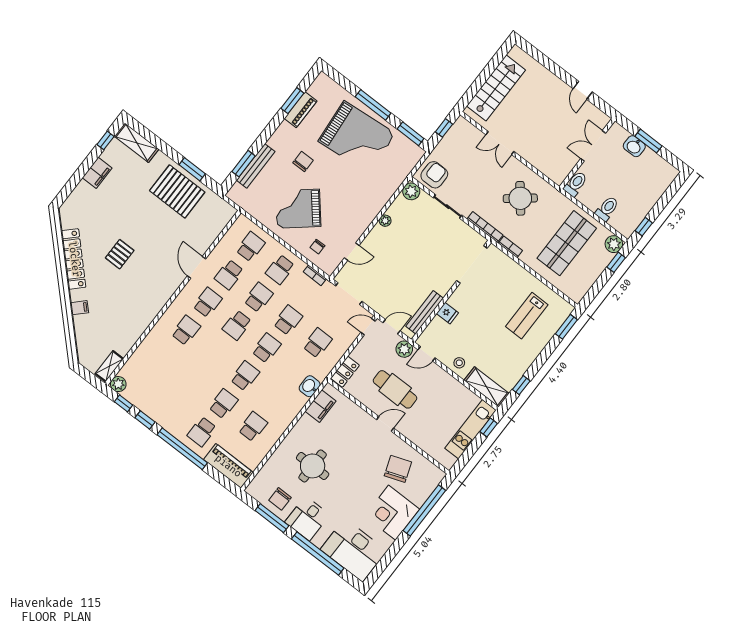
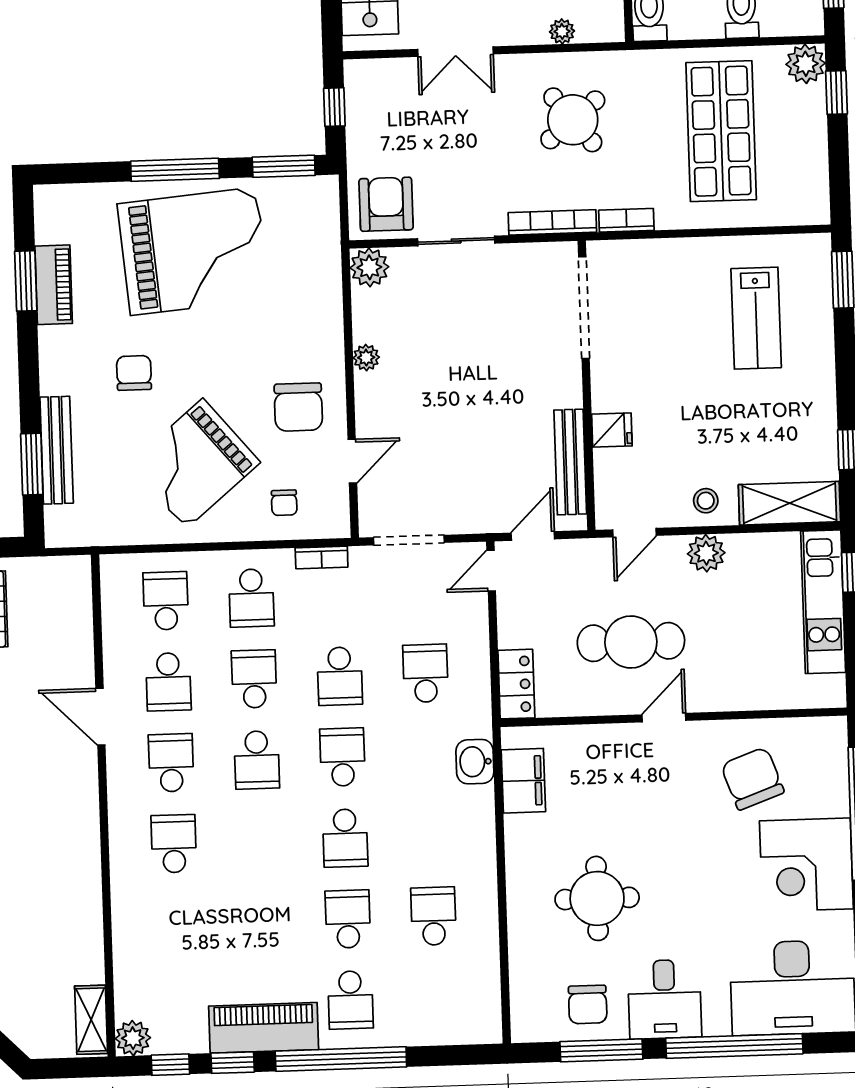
plant: (541, 166) -> (562, 31), added
chair: (349, 218) -> (298, 407), added
school desk: (288, 320) -> (340, 676), turned 180
plant: (404, 349) -> (706, 553), moved
school desk: (245, 376) -> (345, 838), turned 180
piano: (228, 466) -> (264, 1028), moved

